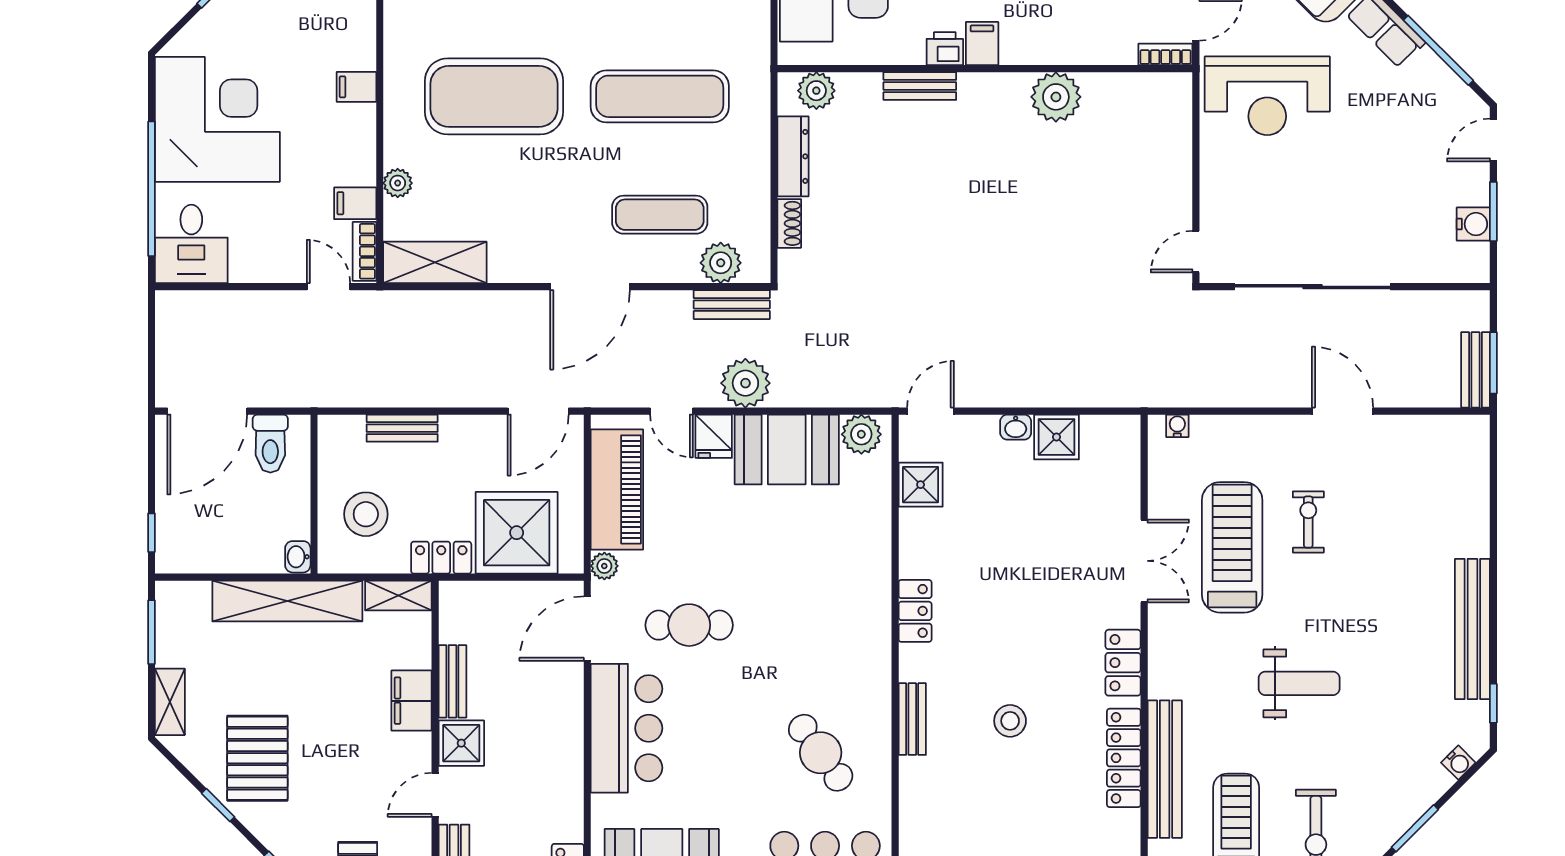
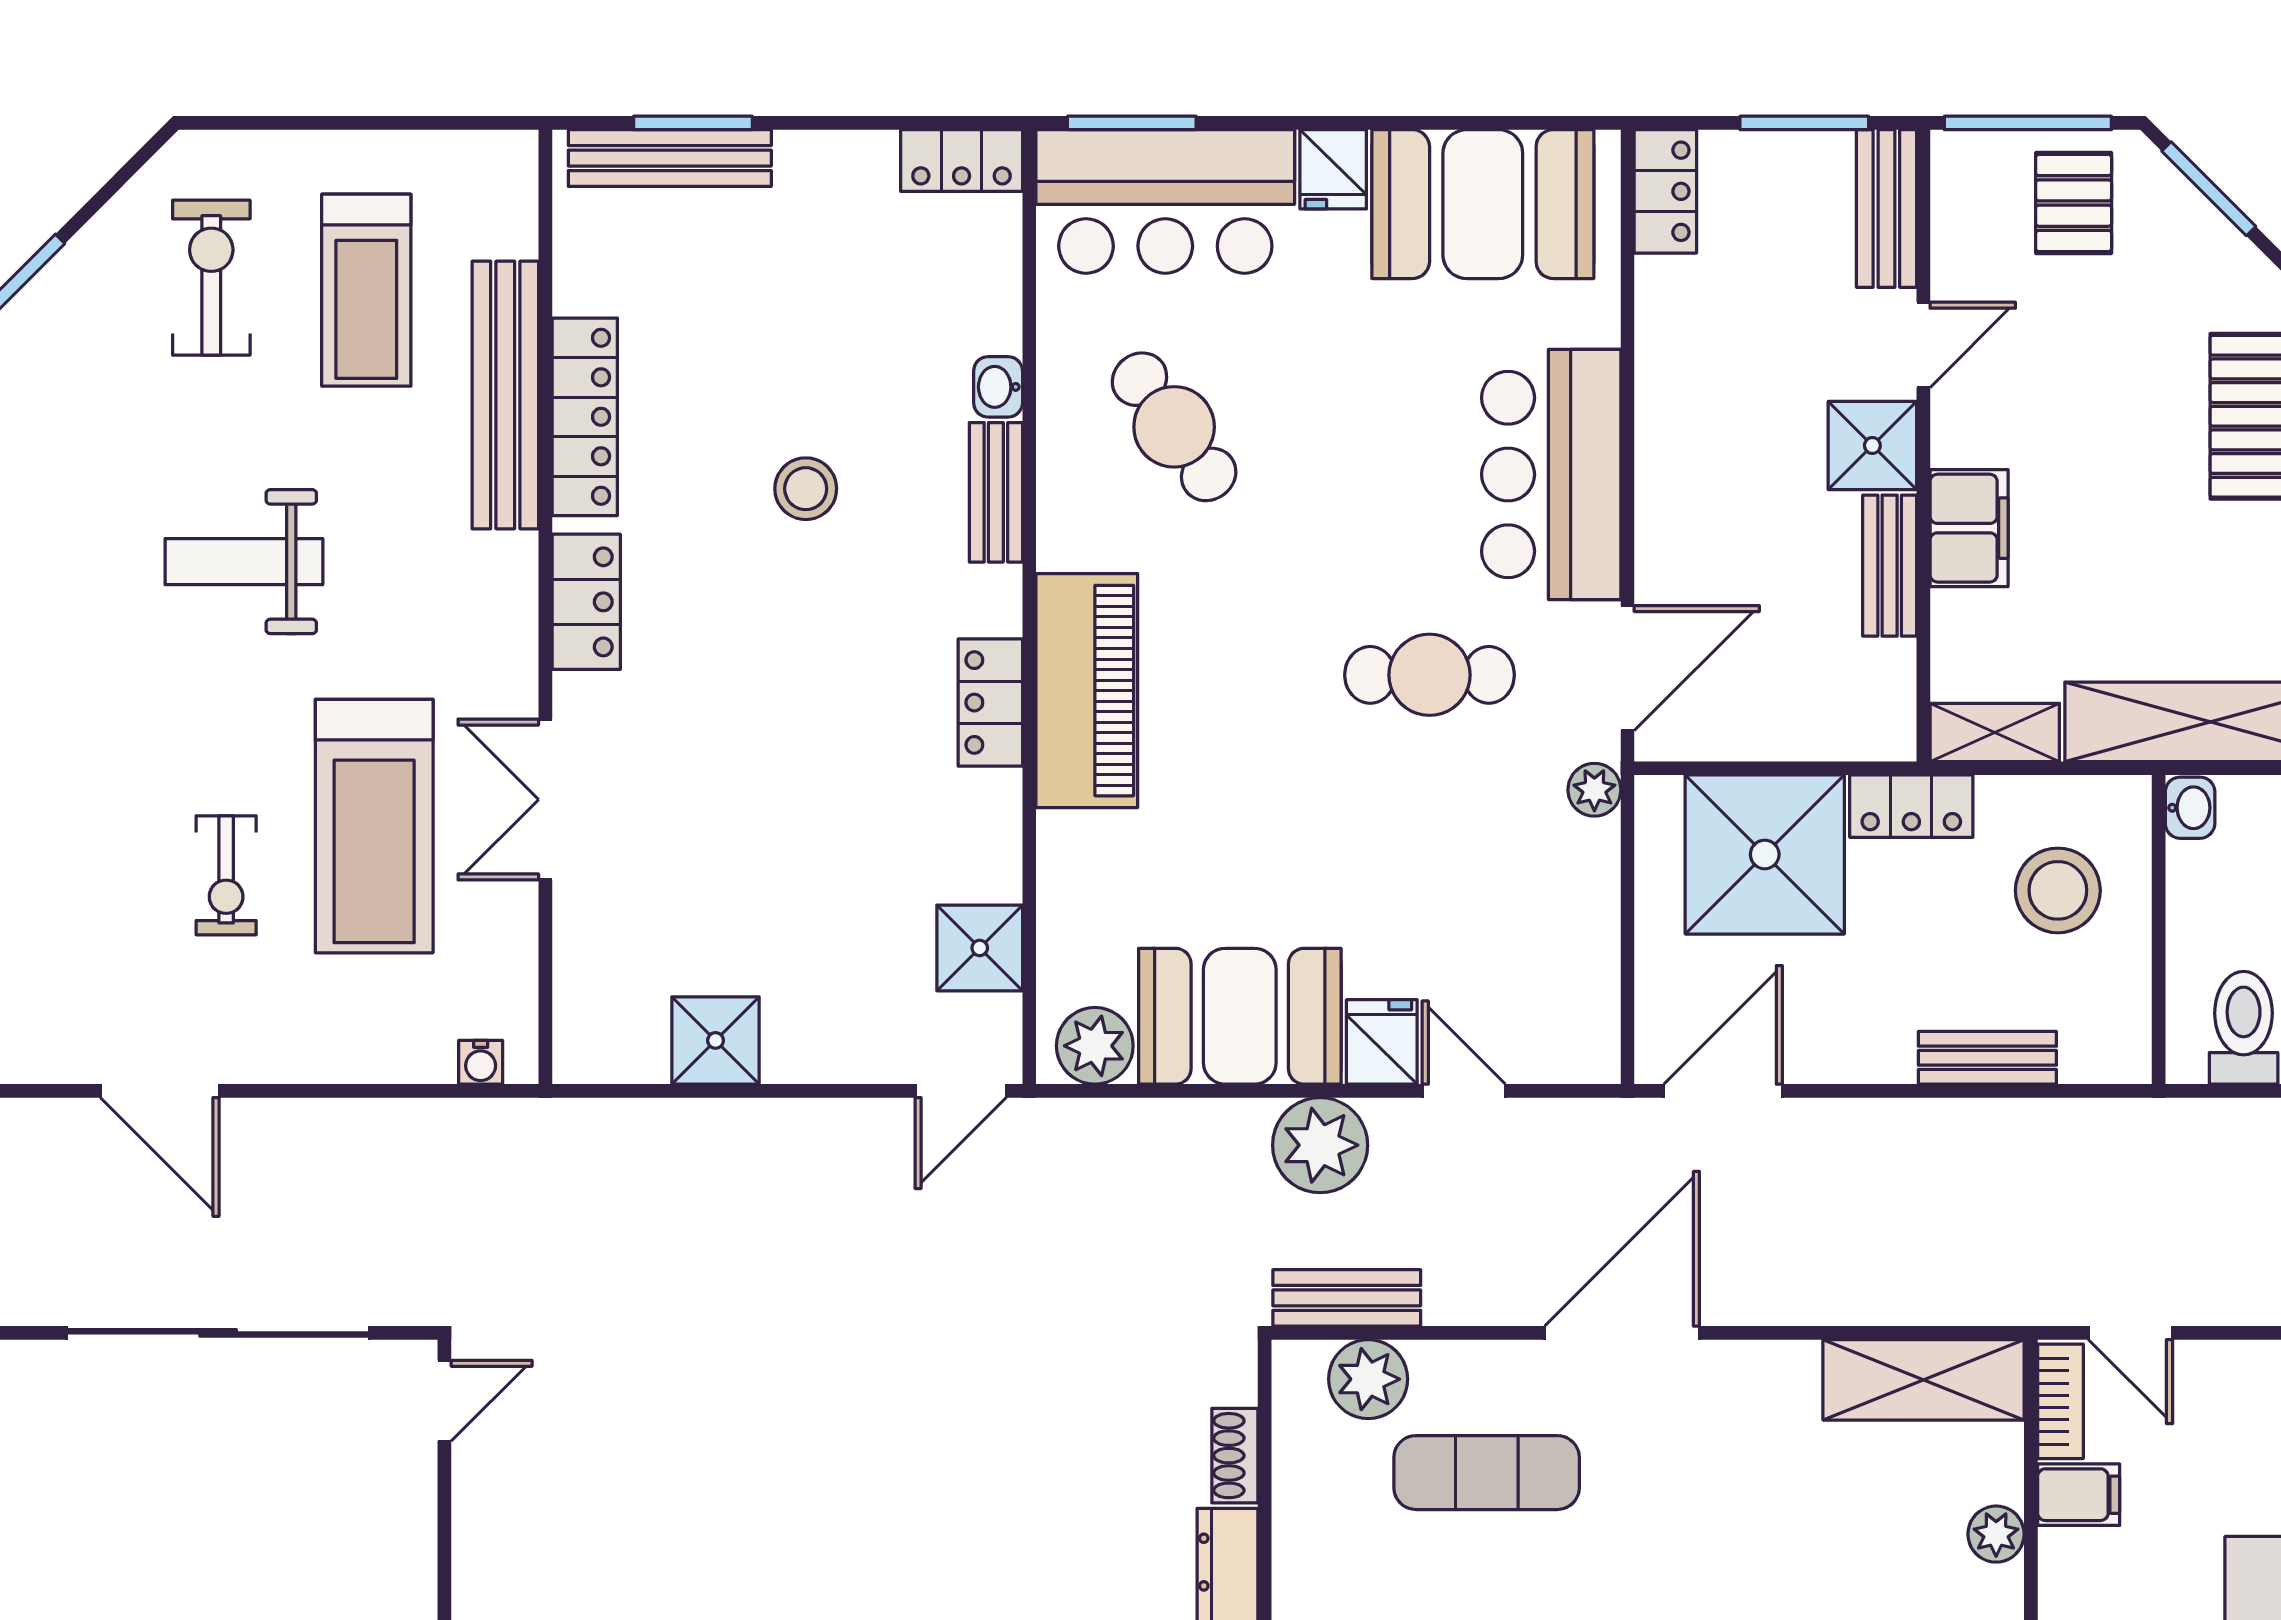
washbasin: (1016, 427) -> (998, 387), moved, turned -90
piano: (617, 489) -> (1087, 691), moved, turned 180

